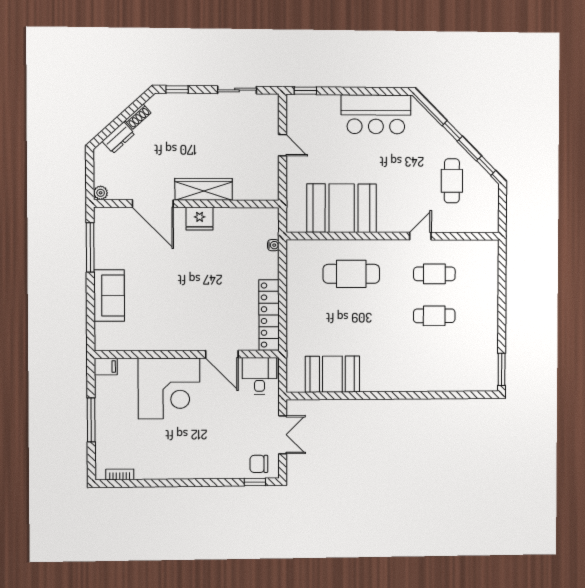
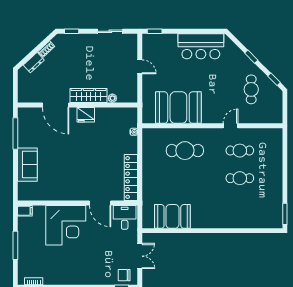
plant: (101, 193) -> (112, 98), moved

